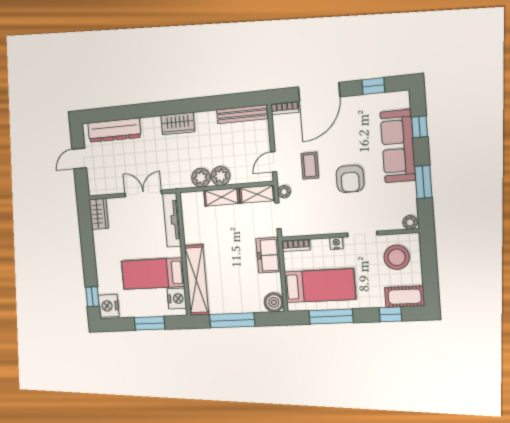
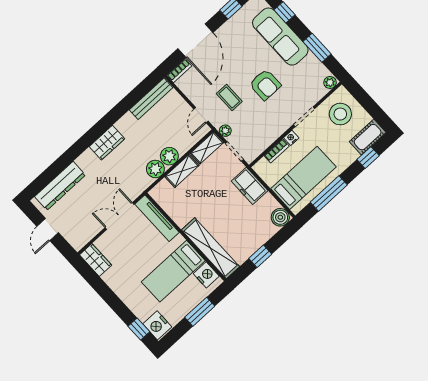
bookcase: (296, 245) -> (277, 151), moved
window: (232, 320) -> (260, 256), width x0.46

